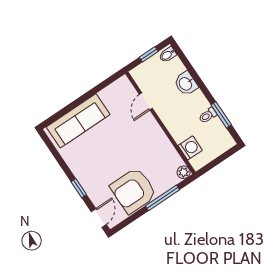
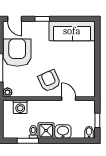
shower: (197, 103) -> (46, 131), added
sofa: (78, 121) -> (72, 31), moved, turned -90
armchair: (141, 135) -> (49, 81), added

